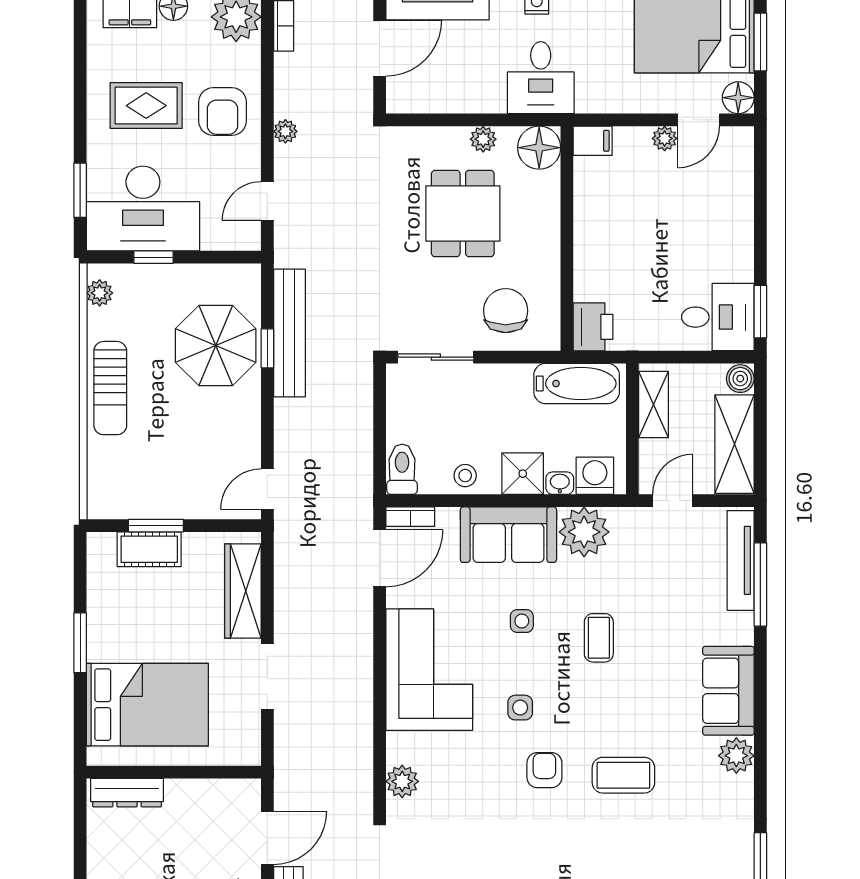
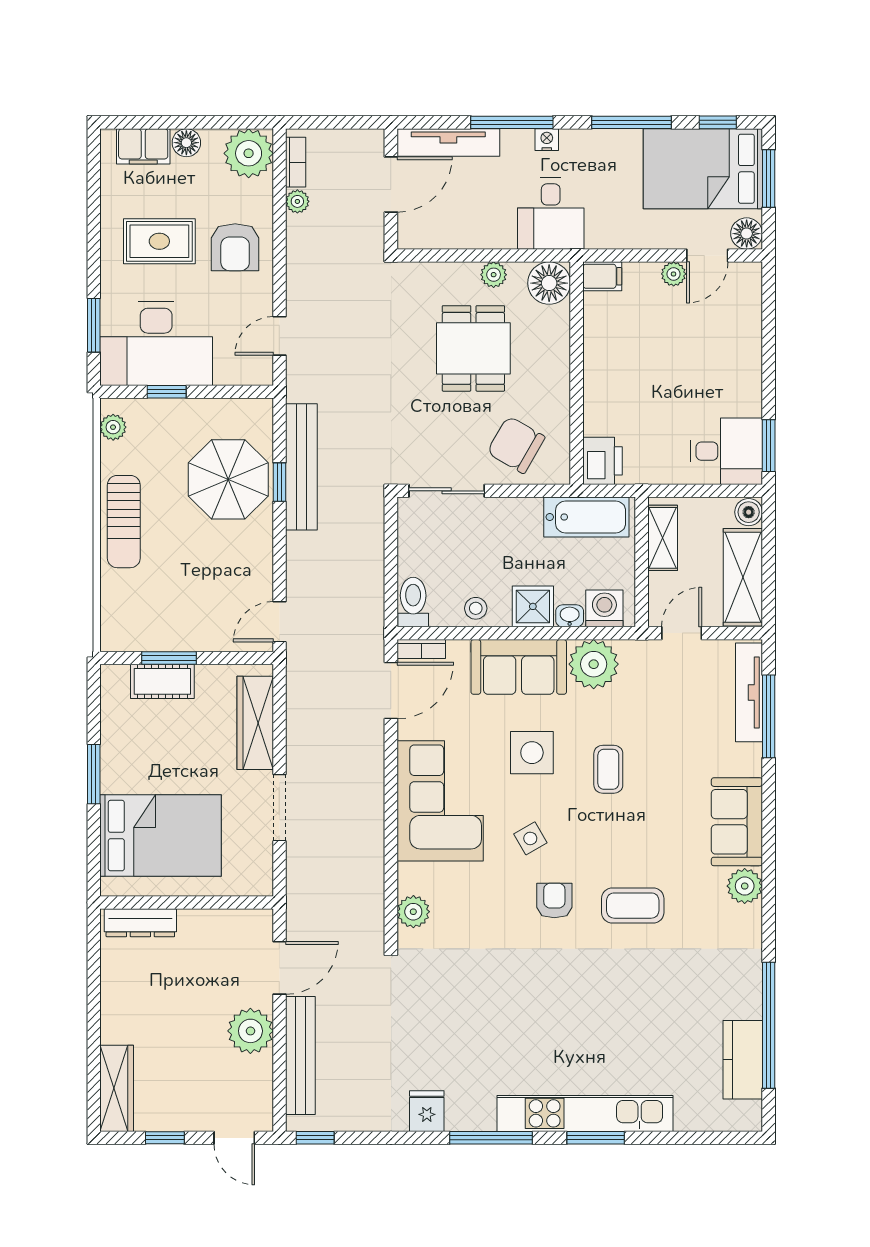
plant: (285, 131) -> (297, 201), moved
chair: (506, 311) -> (516, 445), turned -60
side table: (522, 621) -> (532, 753), width x1.87, depth x1.87
side table: (520, 708) -> (530, 838), turned -30

